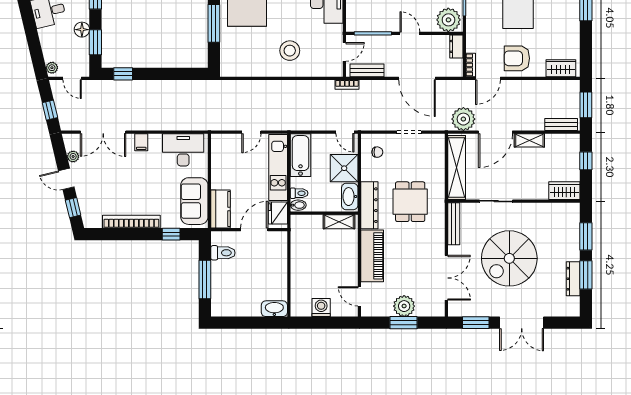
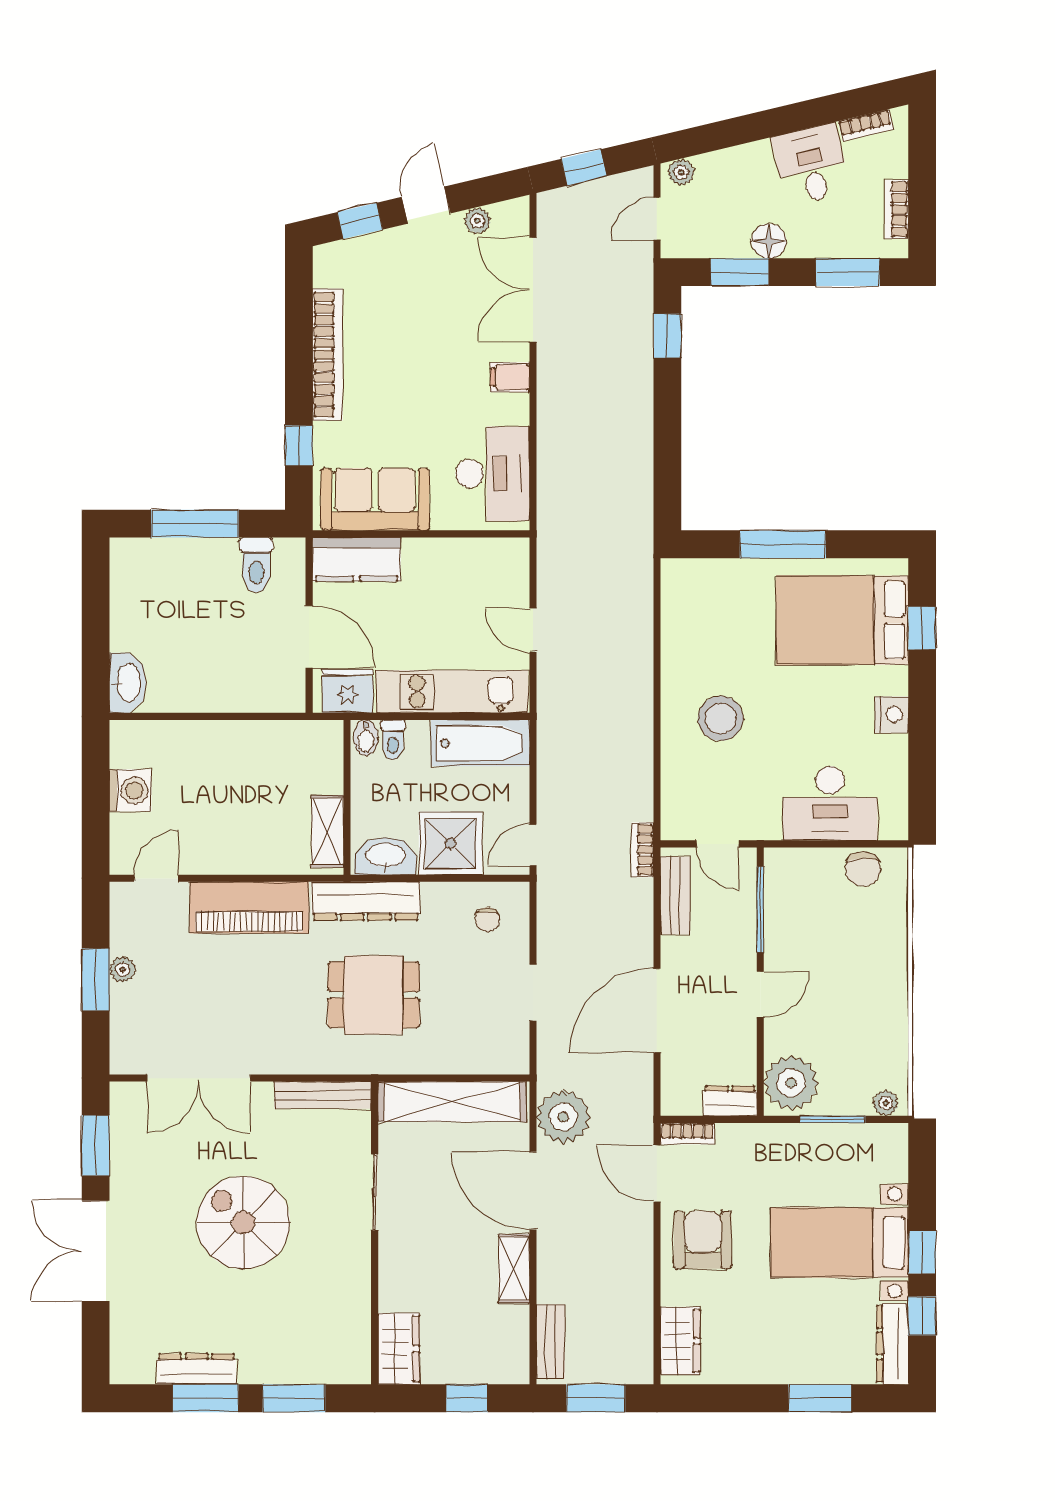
spiral stairs: (509, 258) -> (243, 1222), width x0.73, depth x0.73
plant: (404, 306) -> (123, 969), width x0.53, depth x0.53

